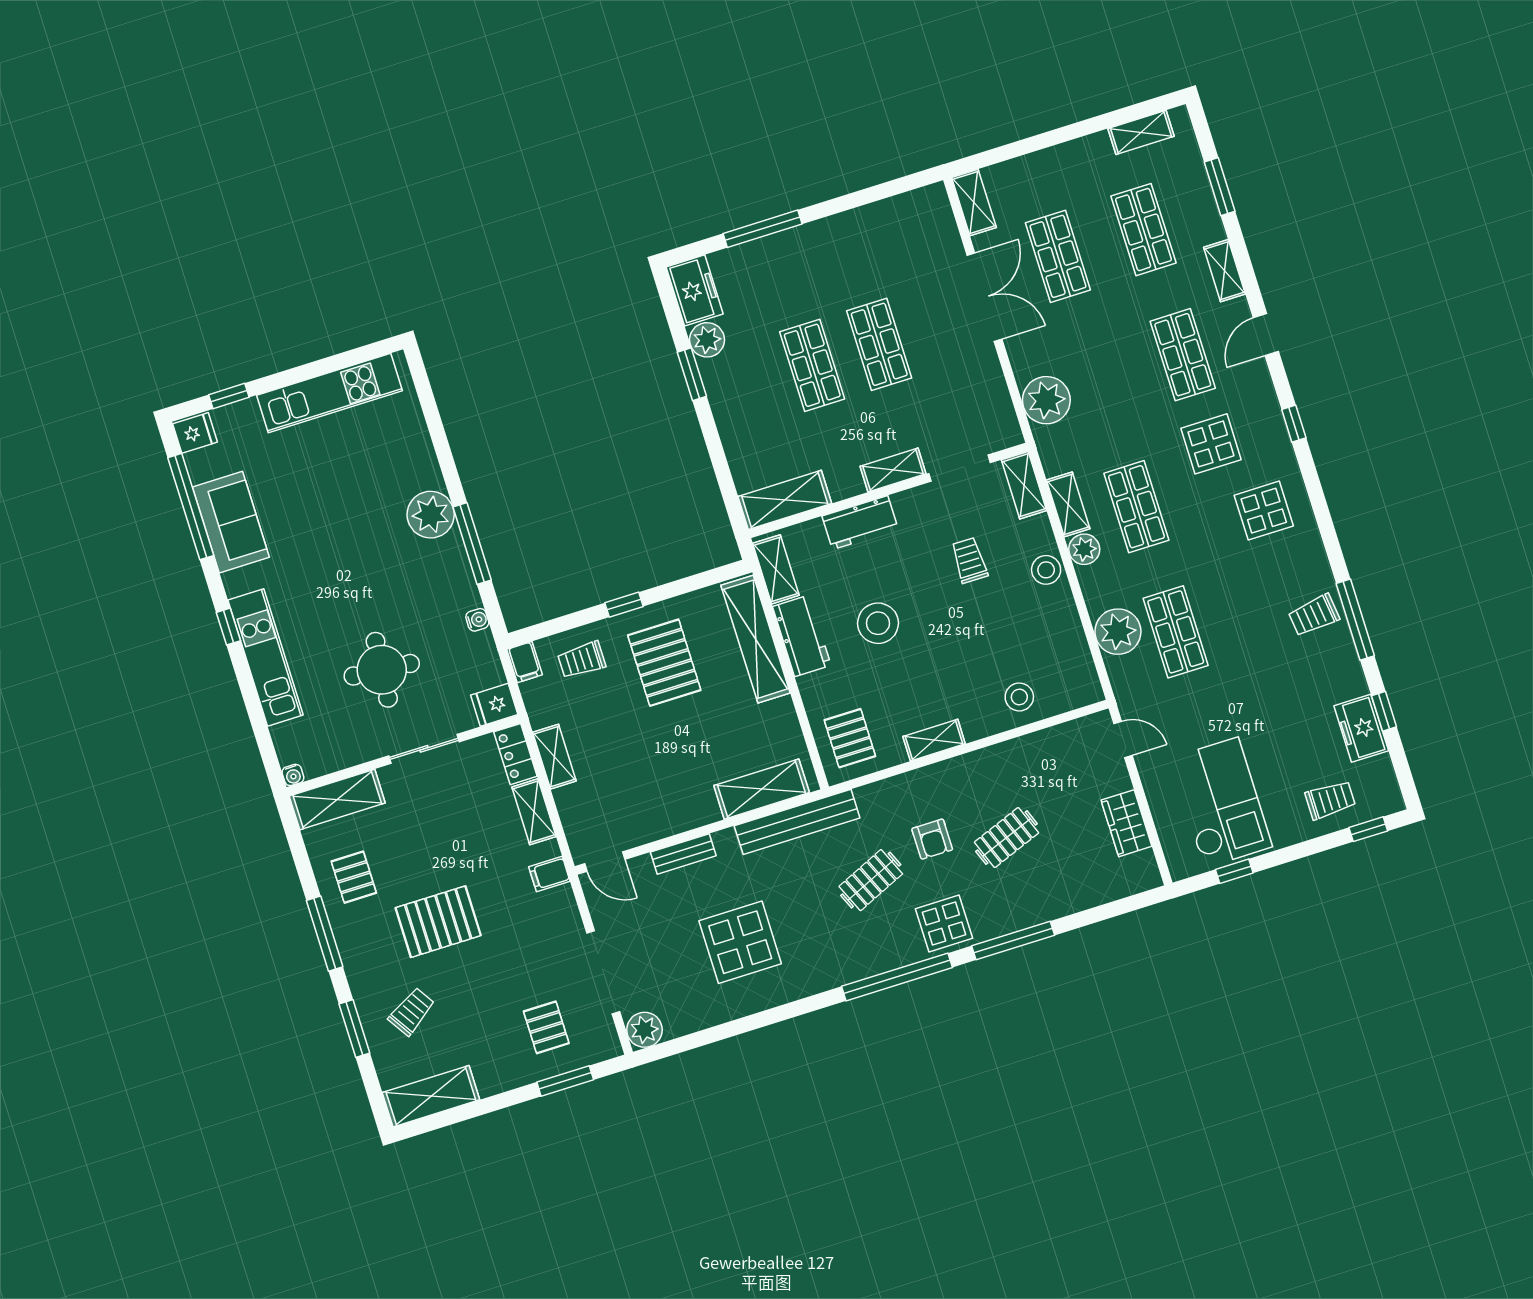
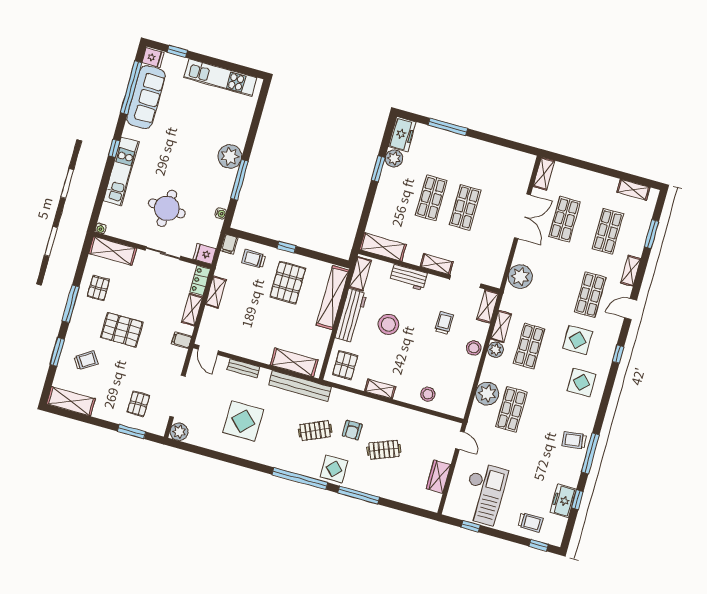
sofa: (231, 522) -> (146, 97), width x1.36
workbench: (802, 636) -> (351, 316), width x1.37

